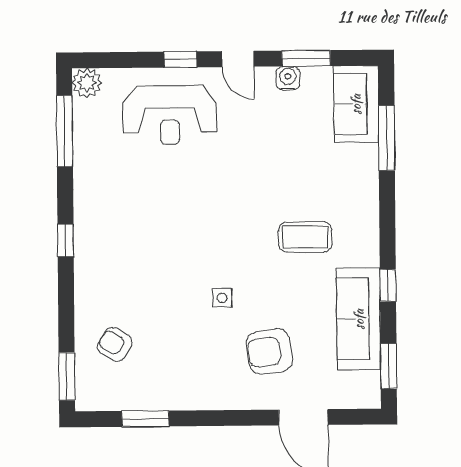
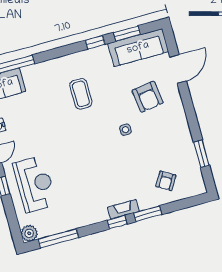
fireplace: (85, 257) -> (123, 209), added
sofa: (359, 319) -> (138, 48), moved
window: (389, 366) -> (127, 34), moved
window: (67, 376) -> (148, 214), moved

